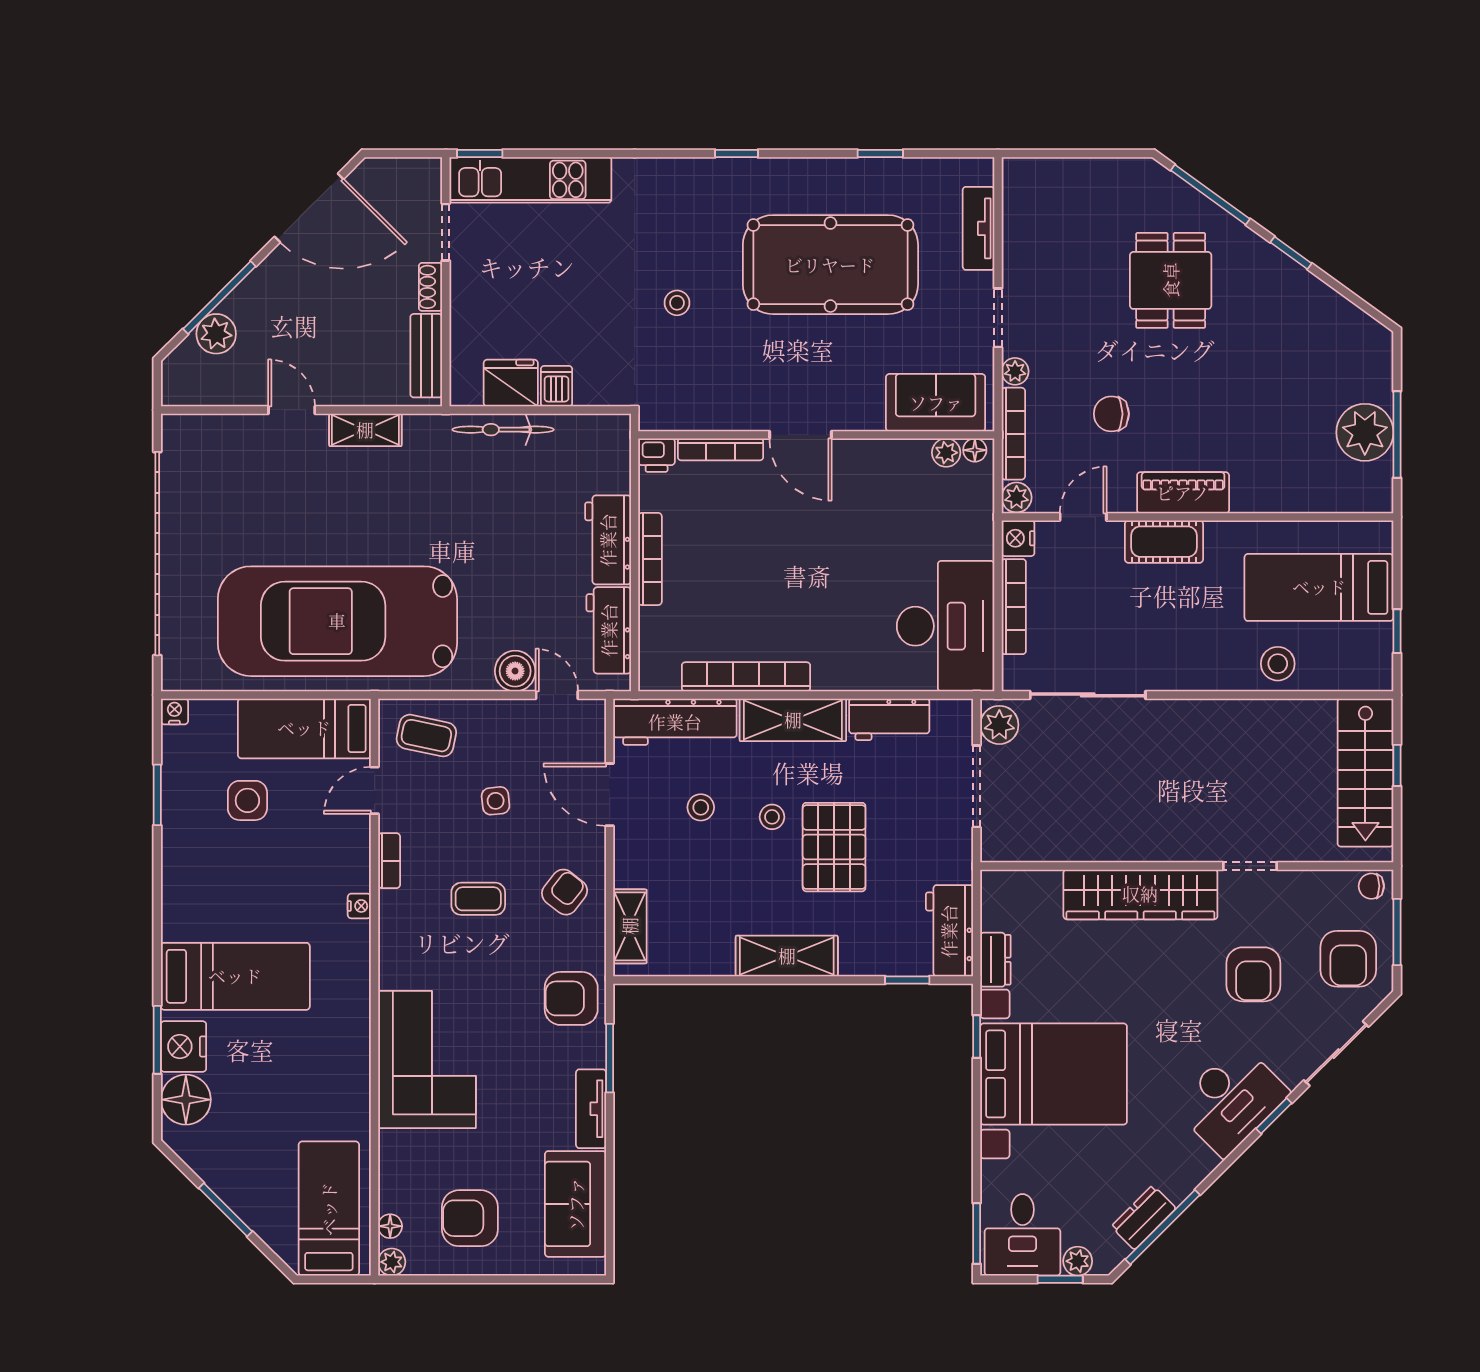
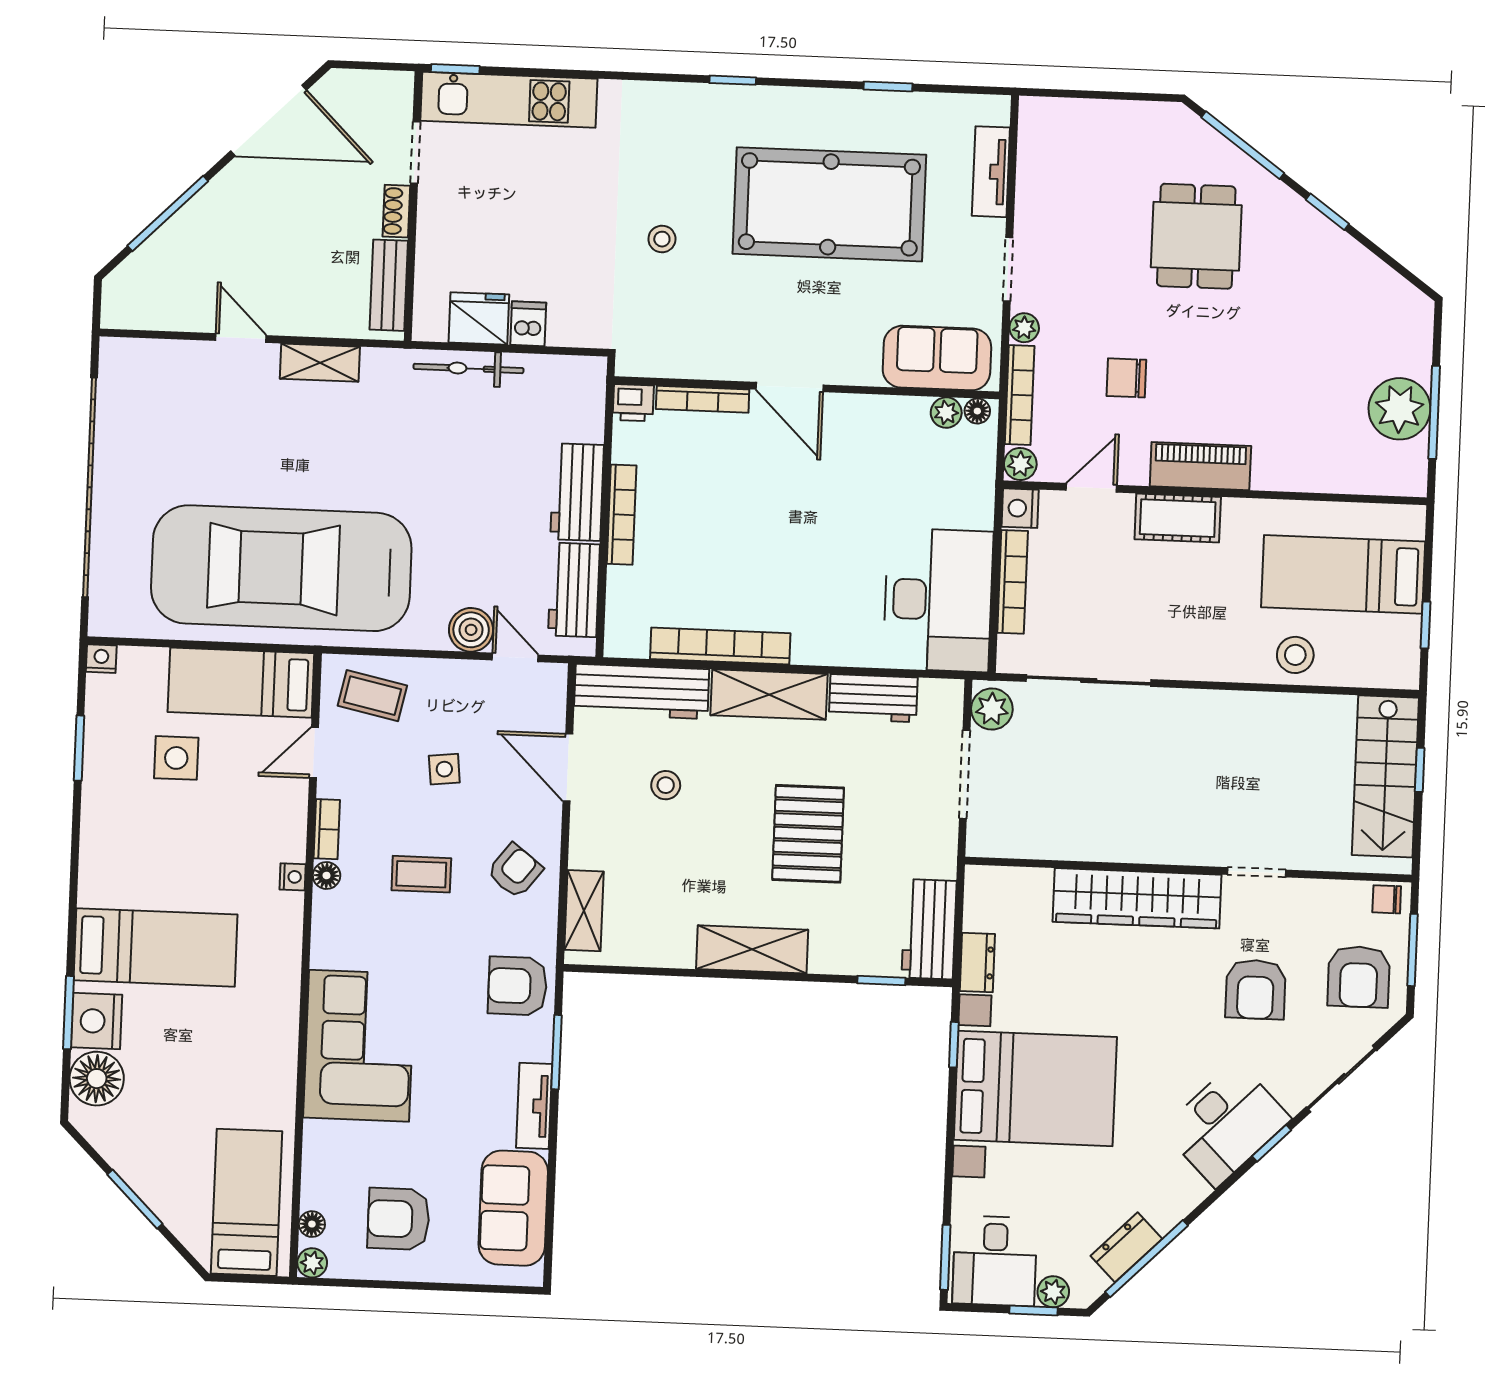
plant: (216, 334) -> (163, 253), removed
stool: (772, 817) -> (742, 798), removed
floor lamp: (391, 903) -> (327, 875), added

